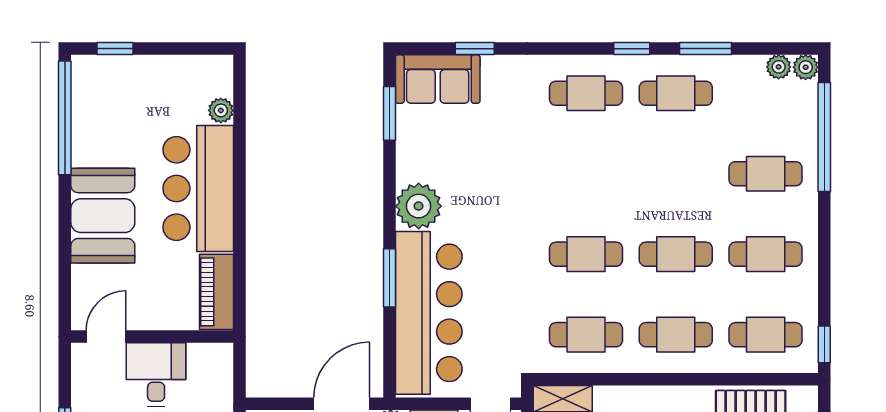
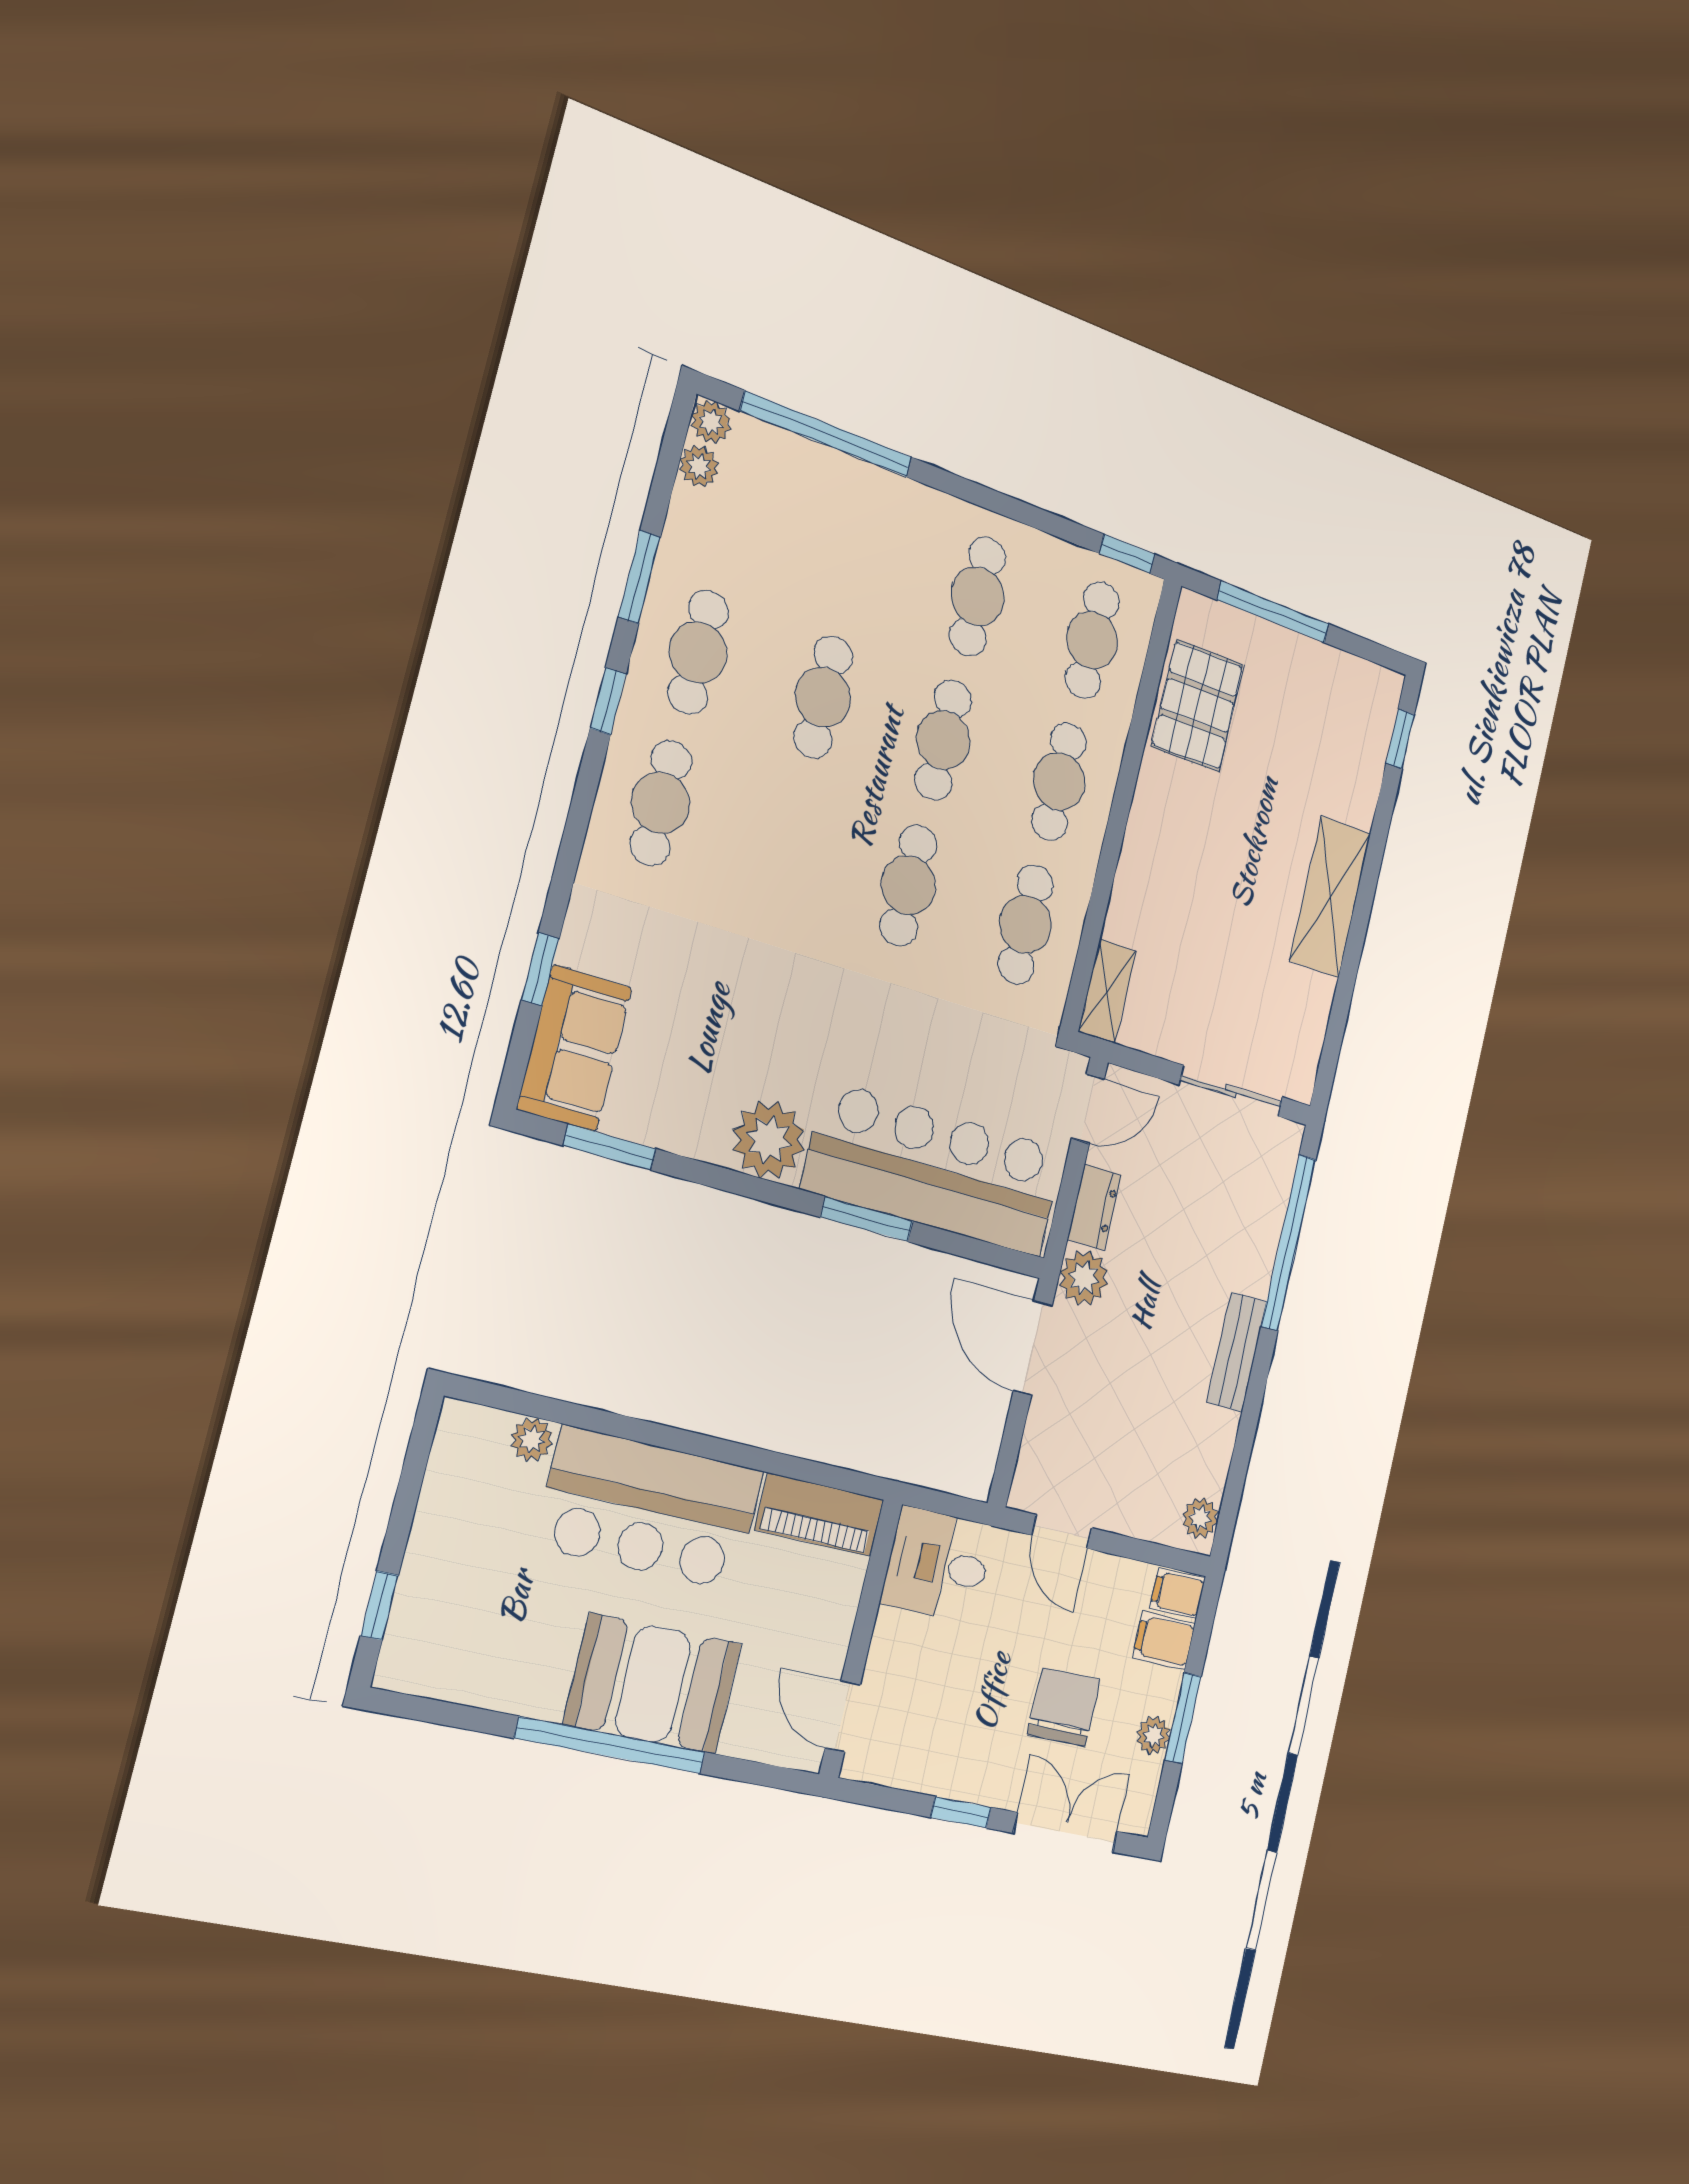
window: (65, 118) -> (610, 1745), moved
cafe table: (766, 174) -> (823, 697), moved
desk: (156, 375) -> (938, 1565), moved

